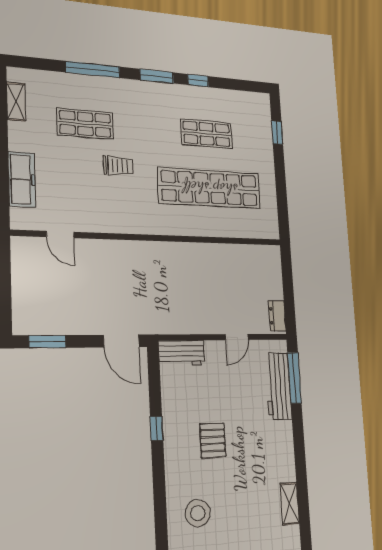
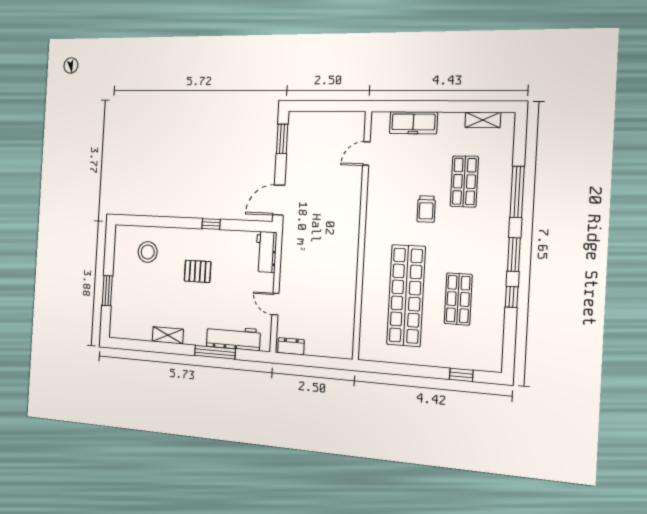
window: (294, 378) -> (215, 352), moved
shelving: (290, 504) -> (168, 335), moved

